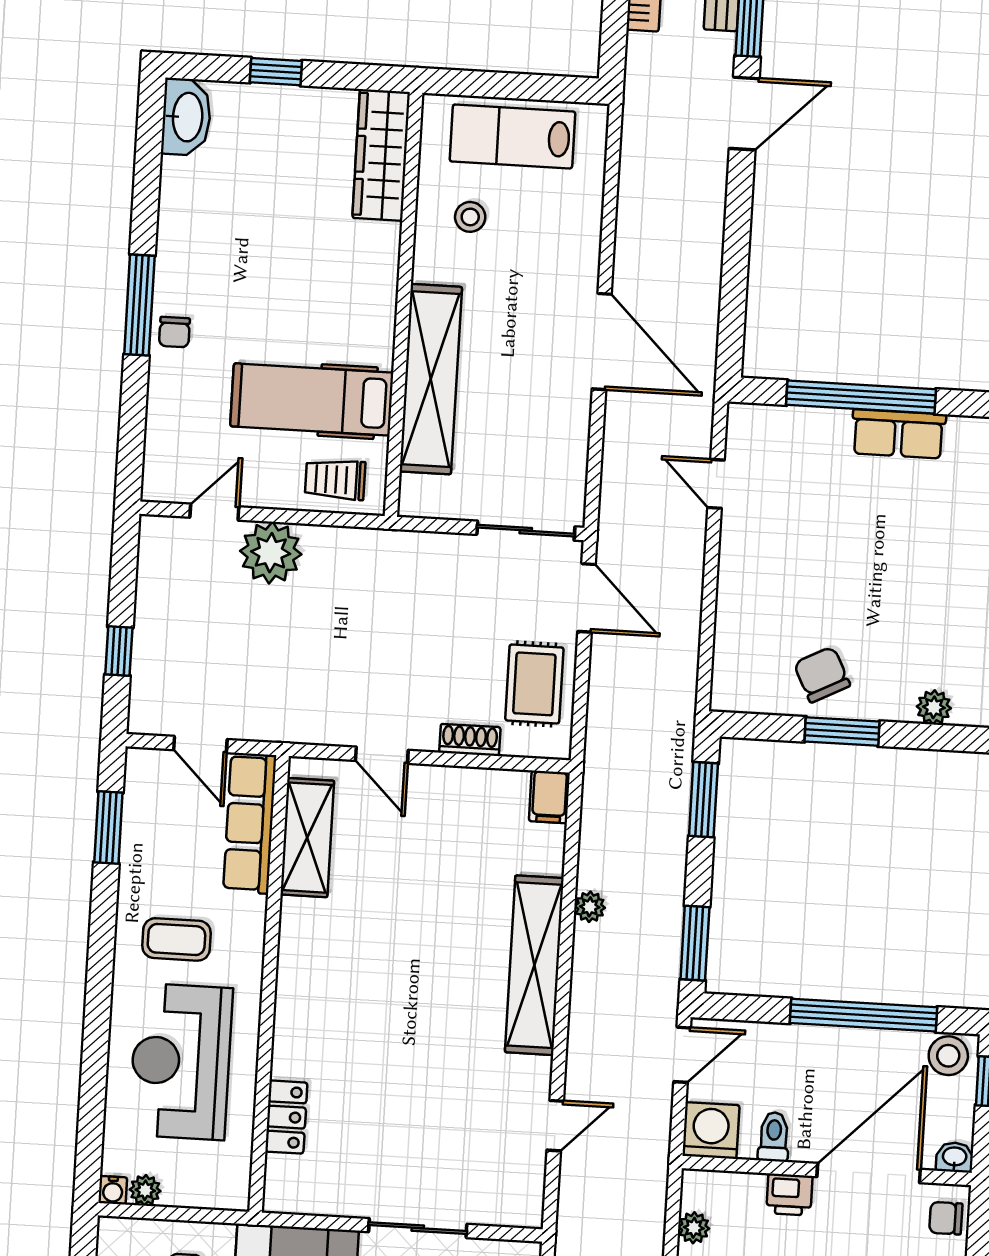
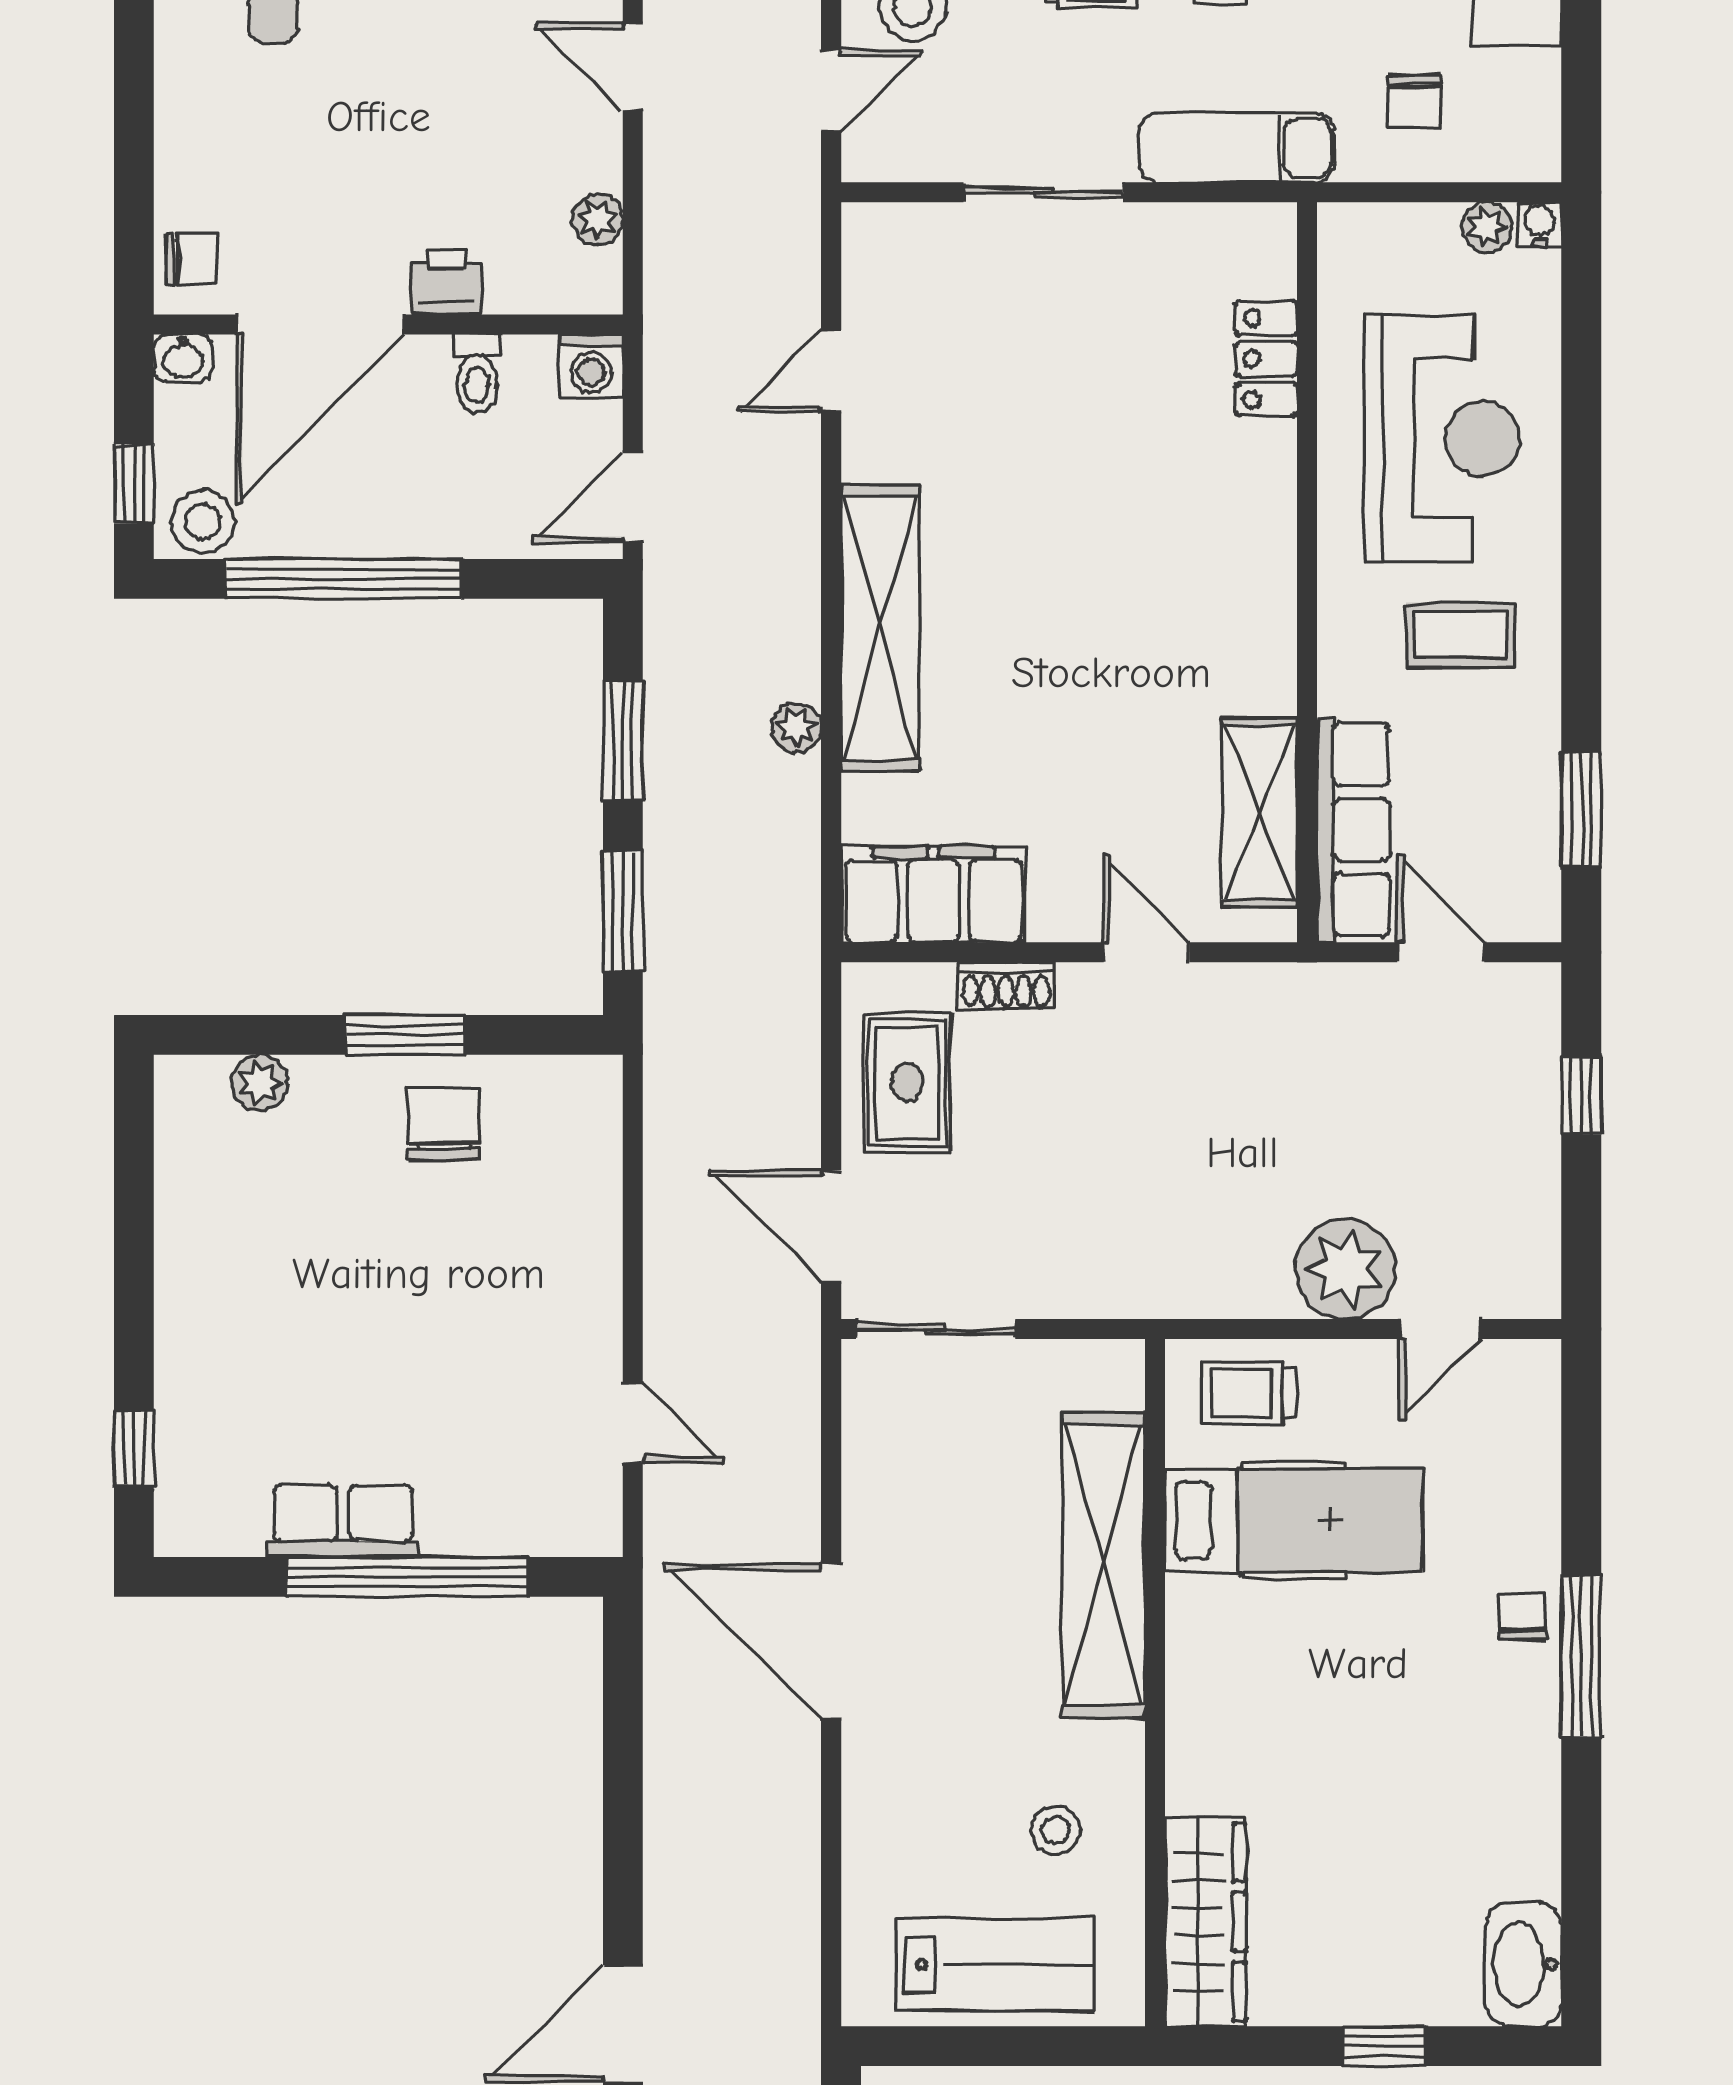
trolley: (335, 480) -> (1248, 1393), turned 180
chair: (822, 675) -> (444, 1125), turned -153
filing cabinet: (549, 797) -> (934, 894), width x3.00, depth x1.17
window: (695, 943) -> (623, 741), moved
washing machine: (711, 1130) -> (591, 366), width x0.73, depth x0.73

